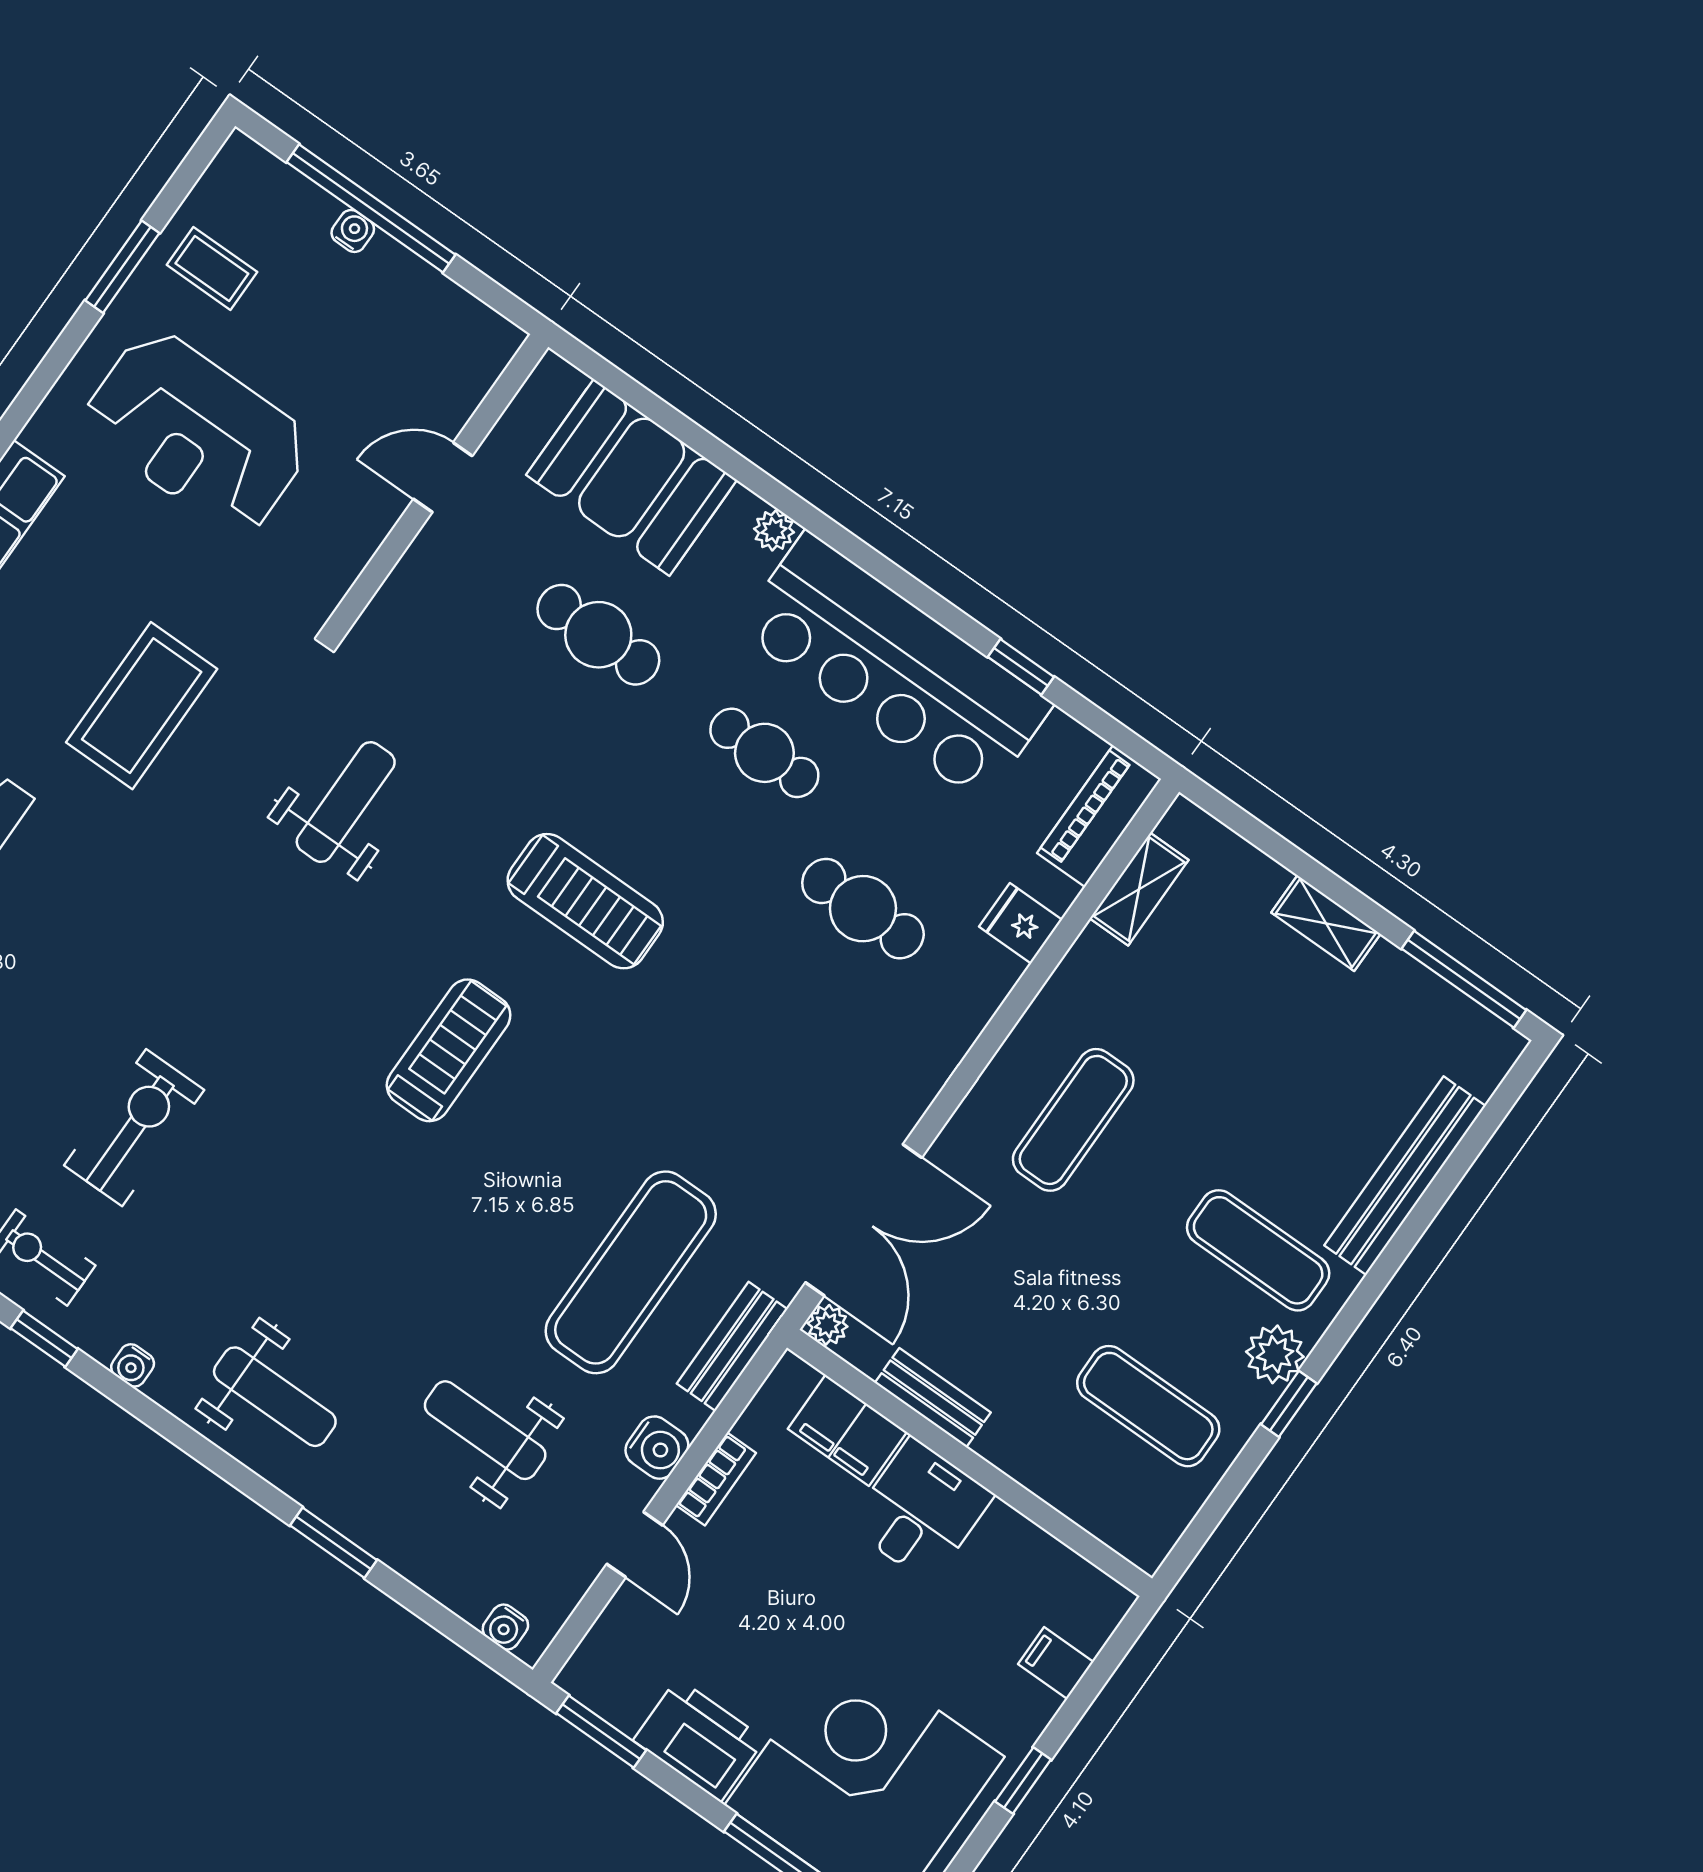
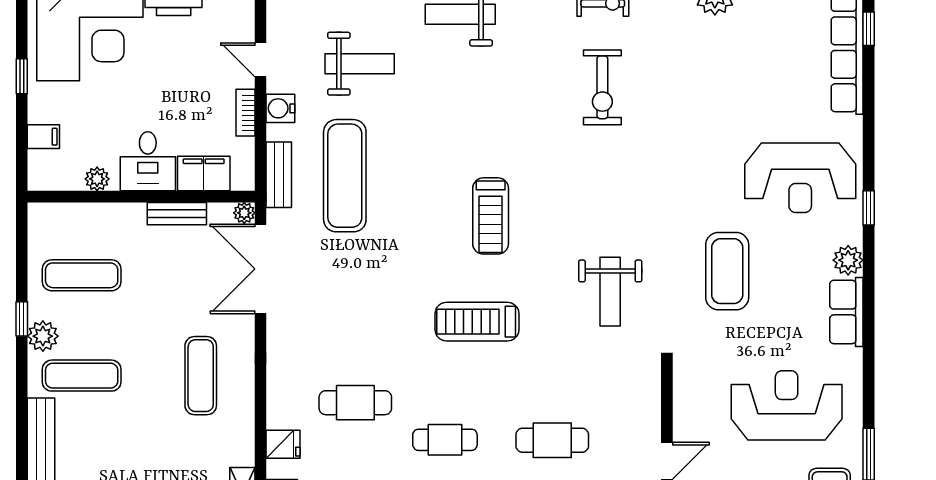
plant: (1019, 1539) -> (97, 179), added

